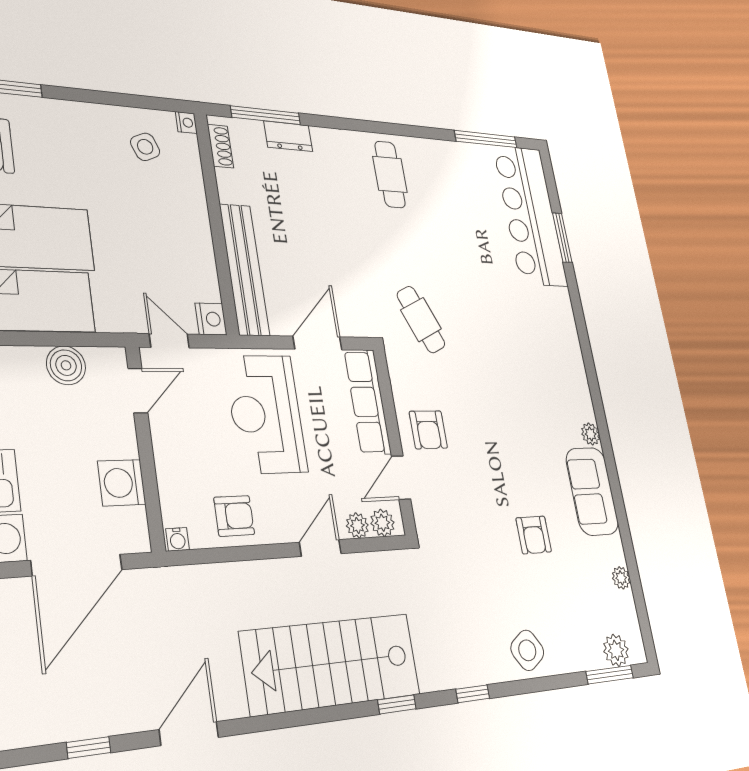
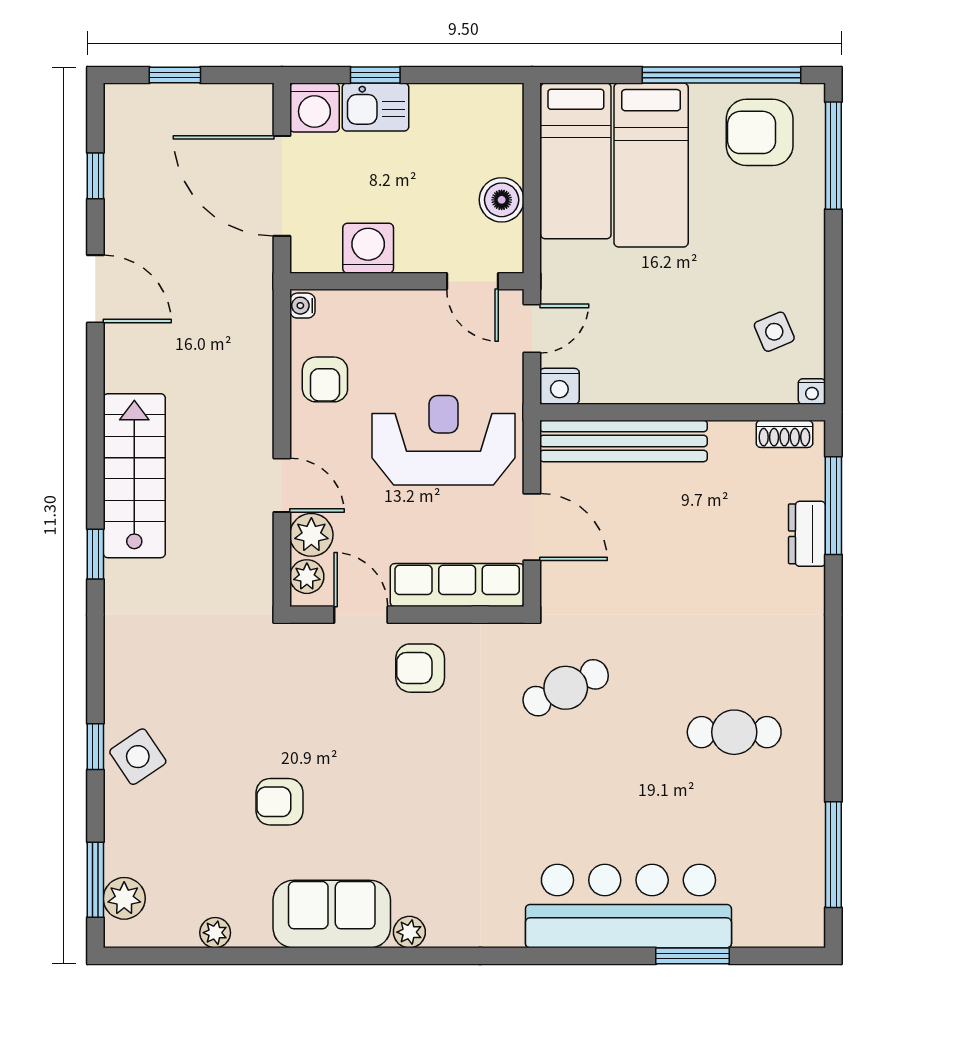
cafe table: (390, 174) -> (734, 732), moved
bar counter: (530, 216) -> (628, 906), moved
plant: (357, 525) -> (311, 535), width x1.38, depth x1.38
stairs: (331, 664) -> (134, 476), width x0.73, depth x0.66
window: (473, 694) -> (95, 747), moved

